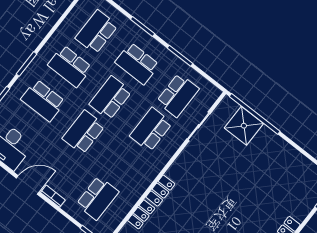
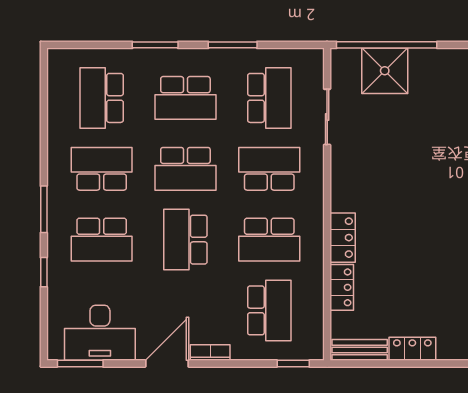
school desk: (70, 66) -> (102, 169), turned 180
school desk: (110, 98) -> (185, 169), turned -90
school desk: (151, 130) -> (269, 169), turned 90
school desk: (124, 164) -> (269, 240), added

